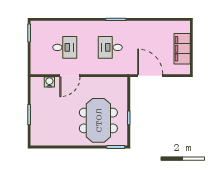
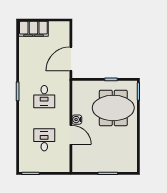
filing cabinet: (182, 49) -> (33, 29), moved
water cooler: (49, 82) -> (77, 120), moved

